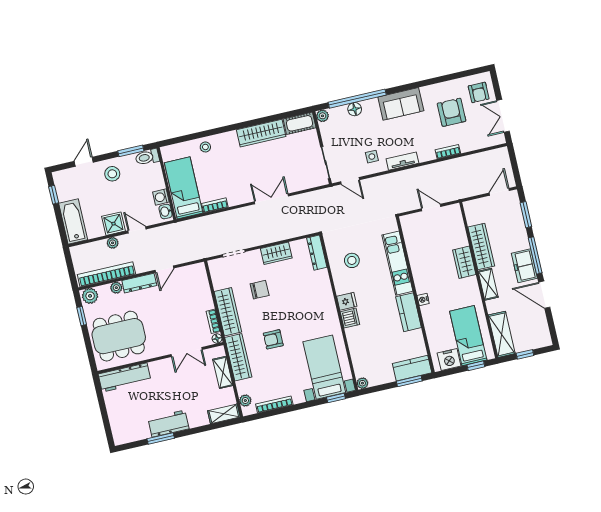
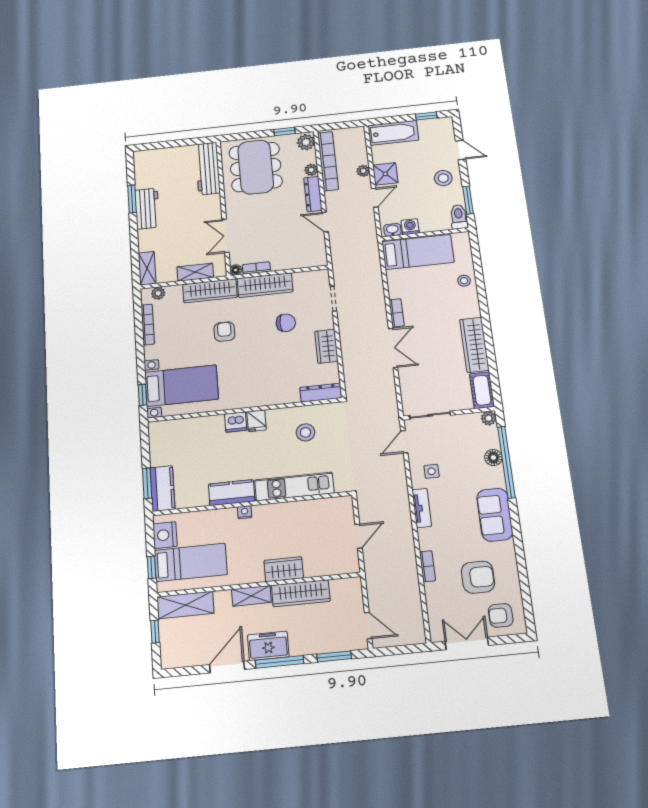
bookcase: (215, 205) -> (397, 313), moved
chair: (260, 290) -> (286, 323), turned -90
plant: (362, 383) -> (155, 428), removed

